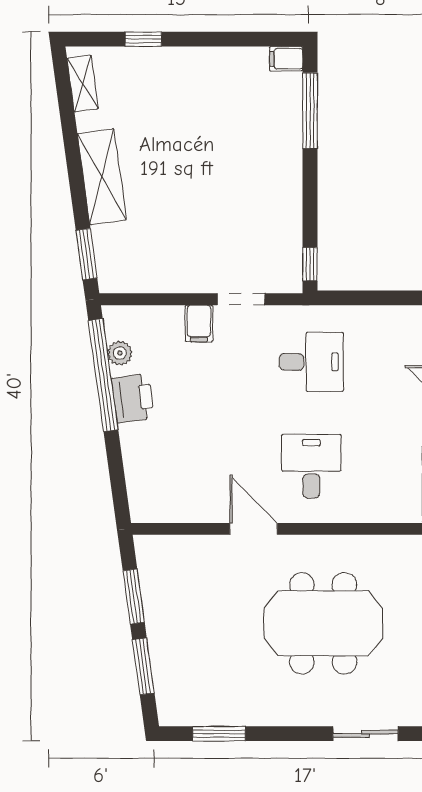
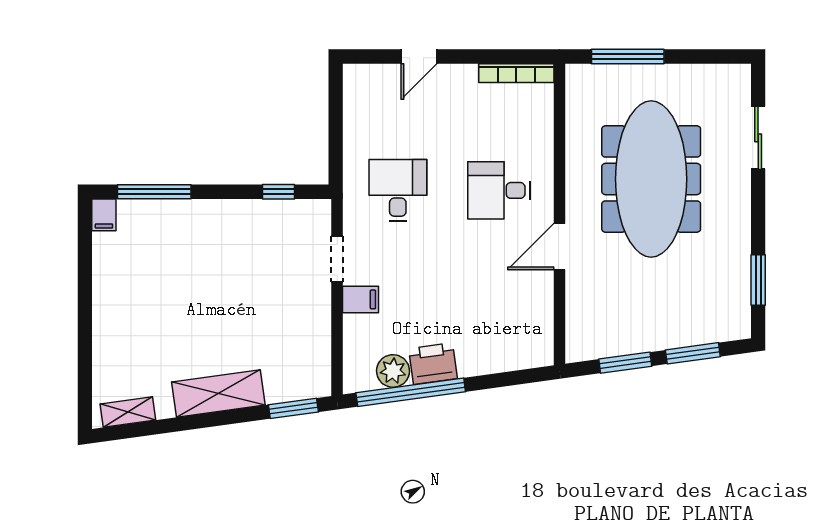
window: (143, 39) -> (85, 353), removed
window: (310, 264) -> (278, 192), moved
plant: (120, 353) -> (393, 371), width x1.38, depth x1.38
meeting table: (323, 623) -> (651, 179), width x1.36

